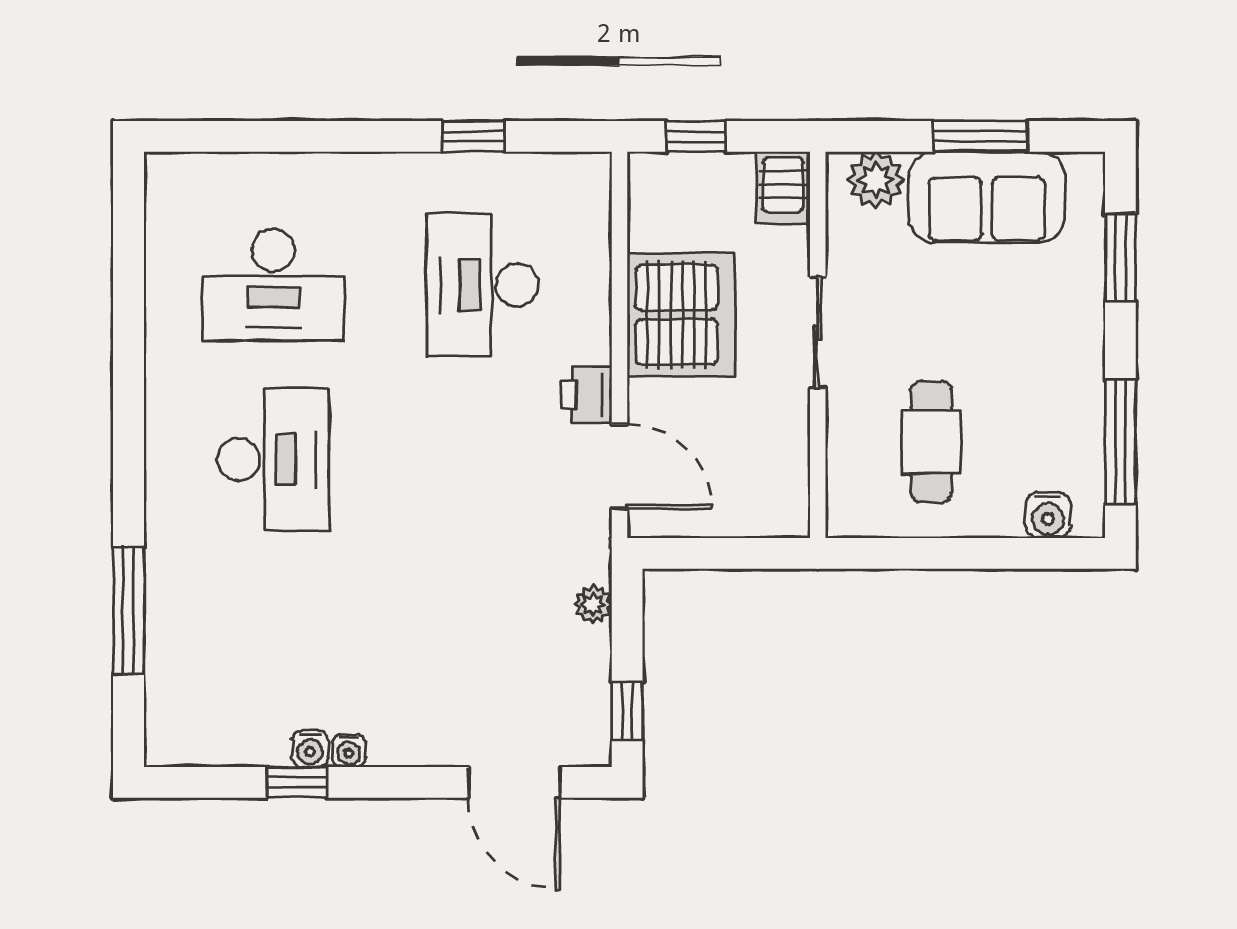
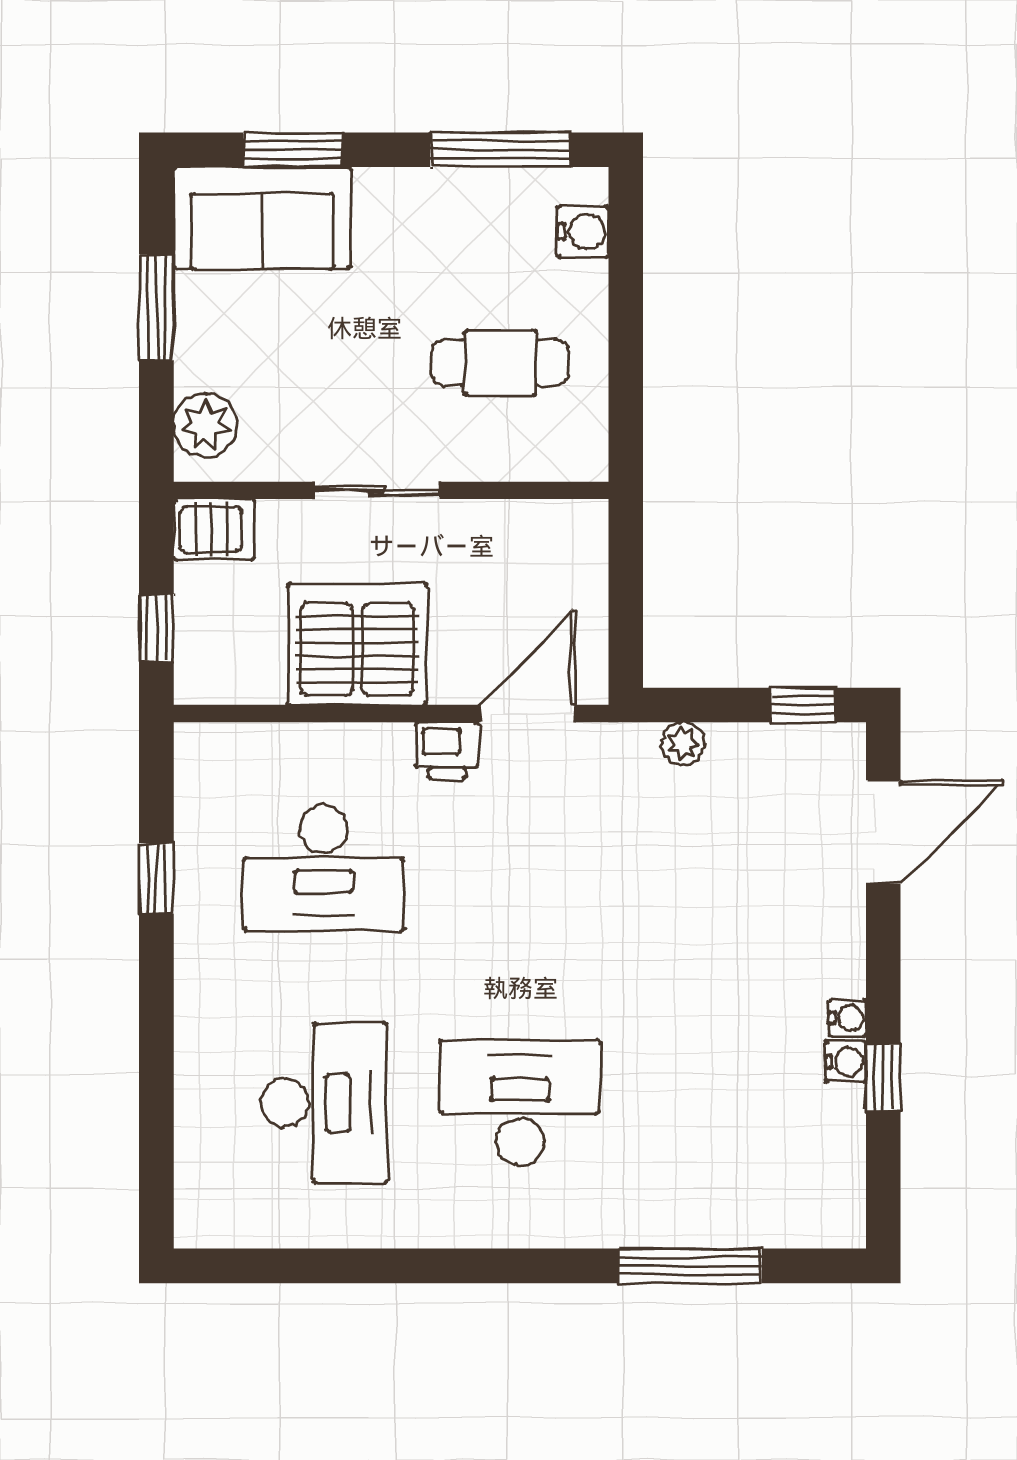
sofa: (987, 197) -> (262, 218), moved, turned 90

